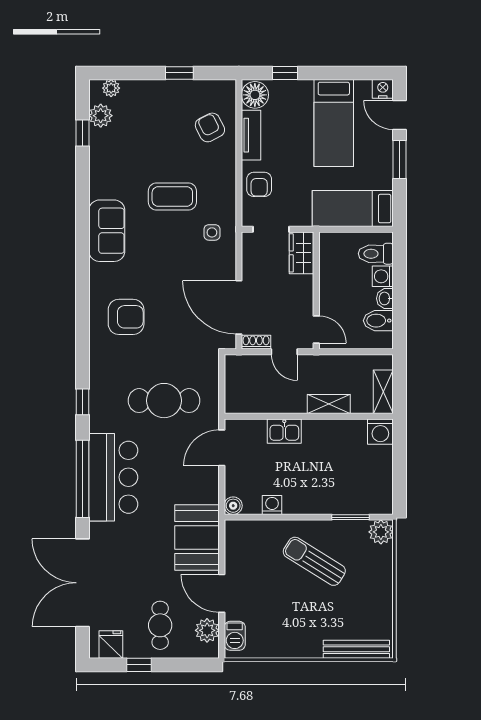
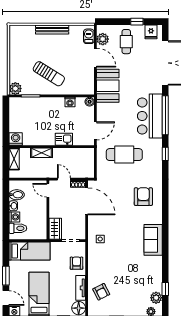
coffee table: (172, 197) -> (120, 257), removed
armchair: (126, 317) -> (143, 197), turned 90
bench: (356, 649) -> (52, 30), moved

